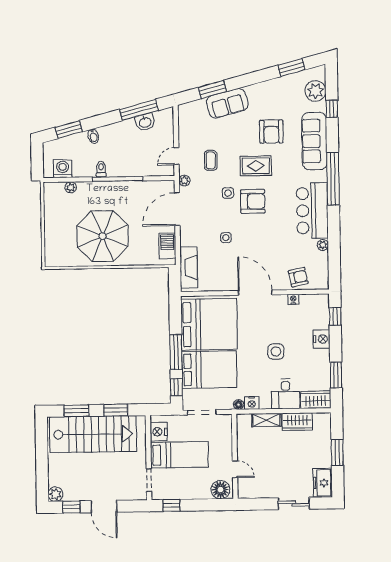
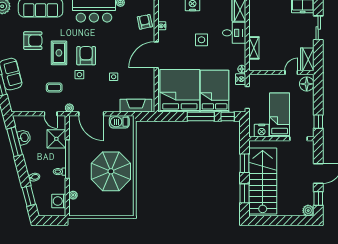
shower: (144, 164) -> (56, 139), added
nightstand: (252, 403) -> (241, 79), moved
wardrobe: (297, 422) -> (307, 59), moved, turned 180

